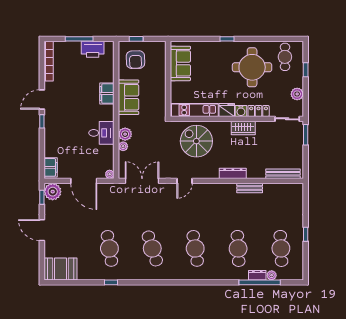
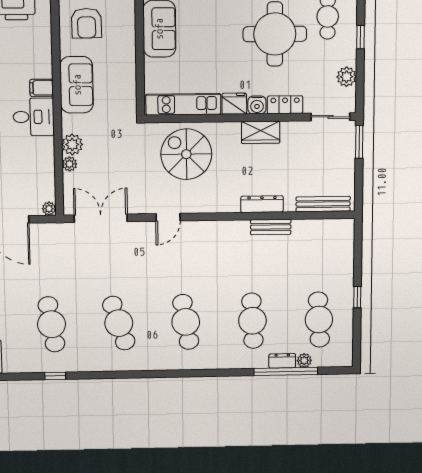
filing cabinet: (107, 94) -> (42, 88), width x0.50
desk: (101, 133) -> (34, 117), moved
dresser: (233, 173) -> (262, 204), moved

